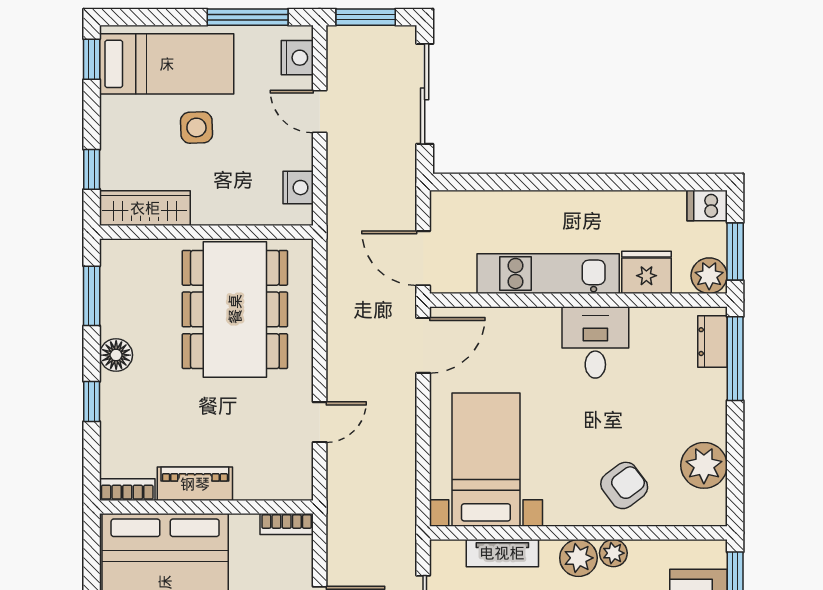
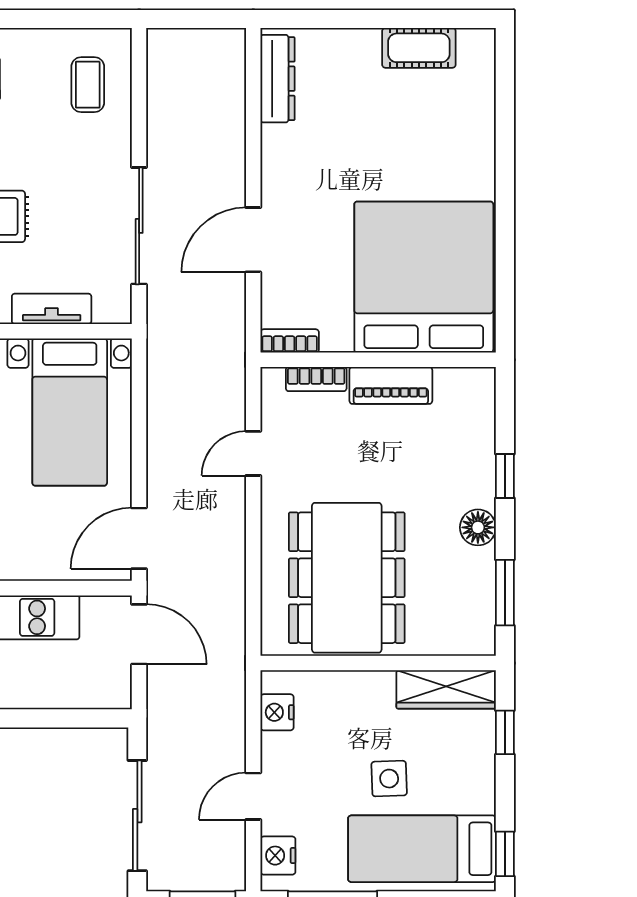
door: (320, 112) -> (253, 796), swing flipped
bookcase: (127, 490) -> (316, 379), moved

